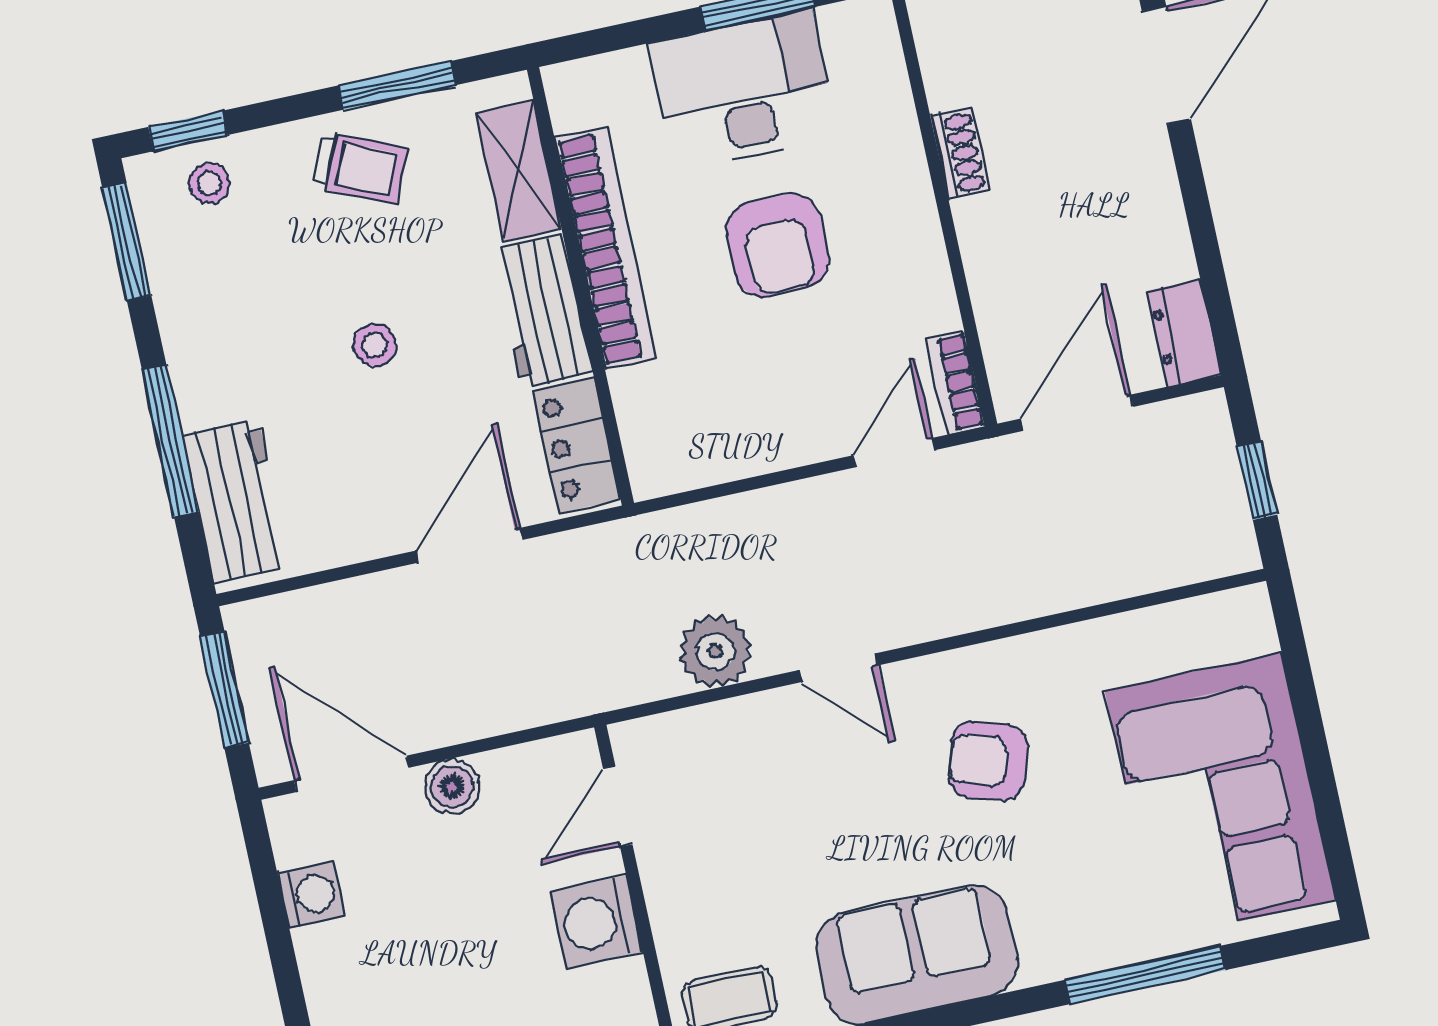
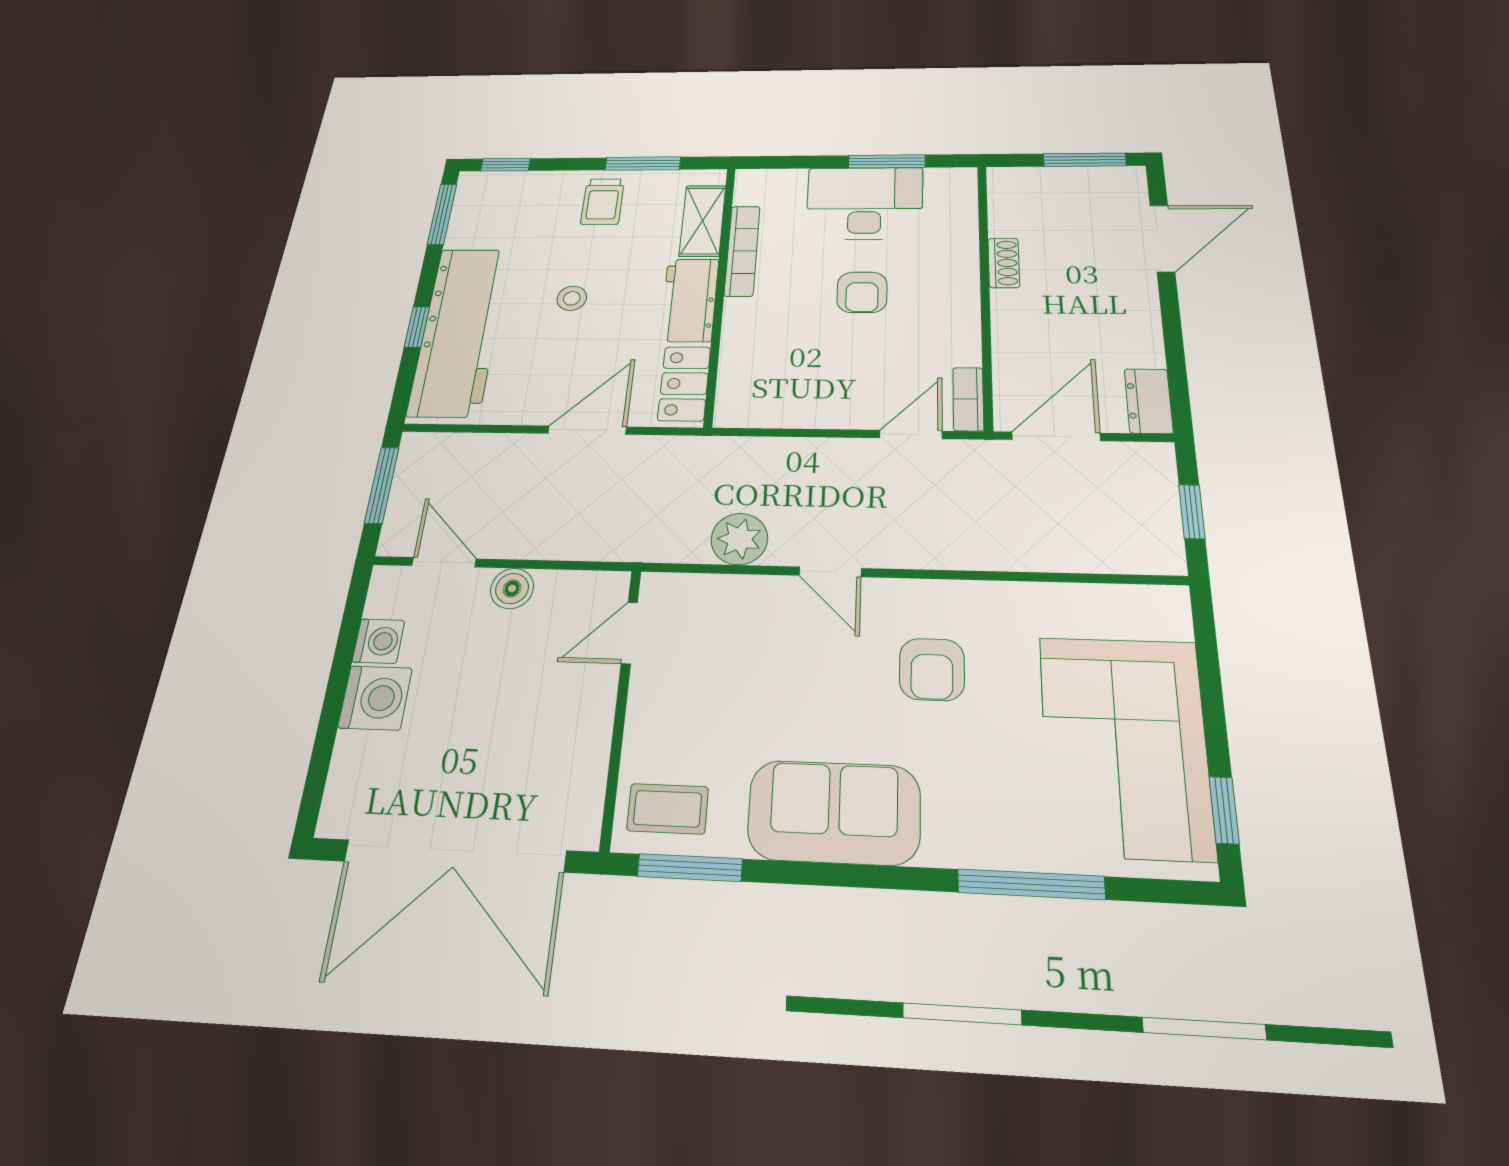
trolley: (360, 168) -> (603, 202), turned 66
stool: (209, 183) -> (506, 193), removed
armchair: (777, 245) -> (862, 292), width x0.72, depth x0.72
bookcase: (606, 248) -> (742, 251), width x0.68, depth x0.76
window: (170, 441) -> (417, 327), width x0.46
workbench: (236, 501) -> (460, 331), width x1.88, depth x1.32
armchair: (988, 761) -> (932, 669), turned -107
door: (352, 774) -> (444, 562), width x0.73
window: (1336, 841) -> (1224, 810), added
washing machine: (596, 922) -> (375, 698), moved, turned 180

